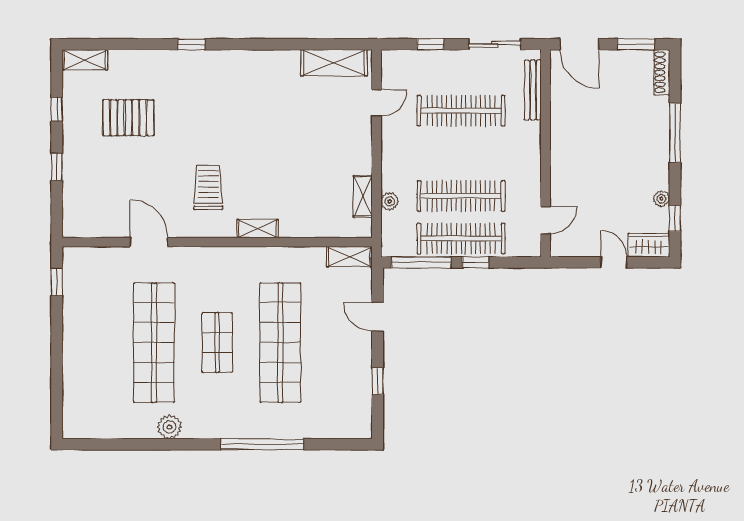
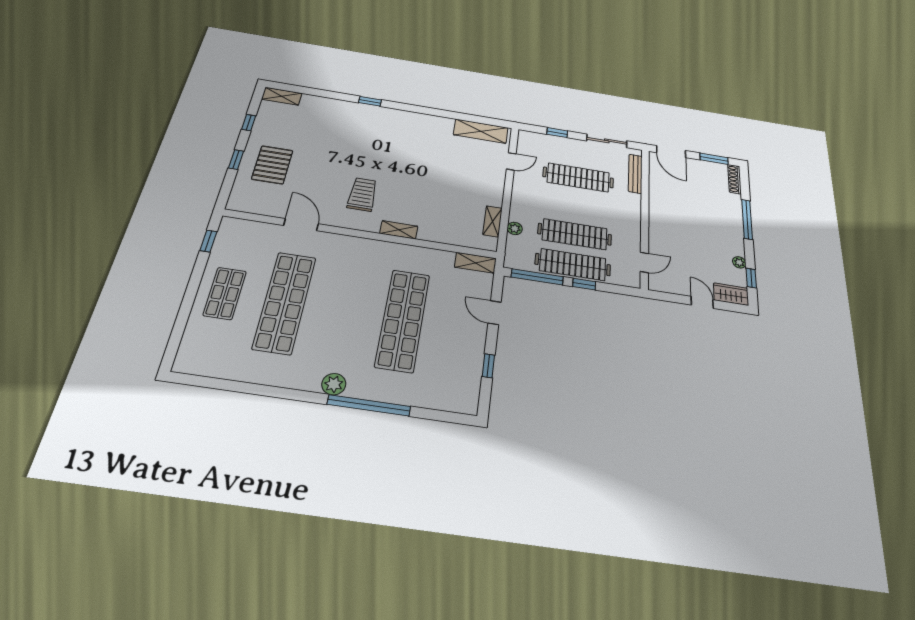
pallet: (128, 118) -> (272, 165), moved, turned 90
shop shelf: (217, 343) -> (225, 293), moved
plant: (170, 427) -> (334, 384), moved

